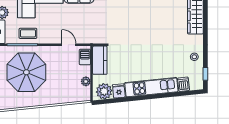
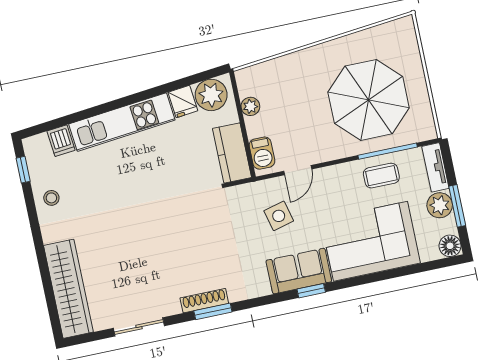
side table: (83, 24) -> (279, 216), added
door: (69, 45) -> (298, 170), hinge flipped

